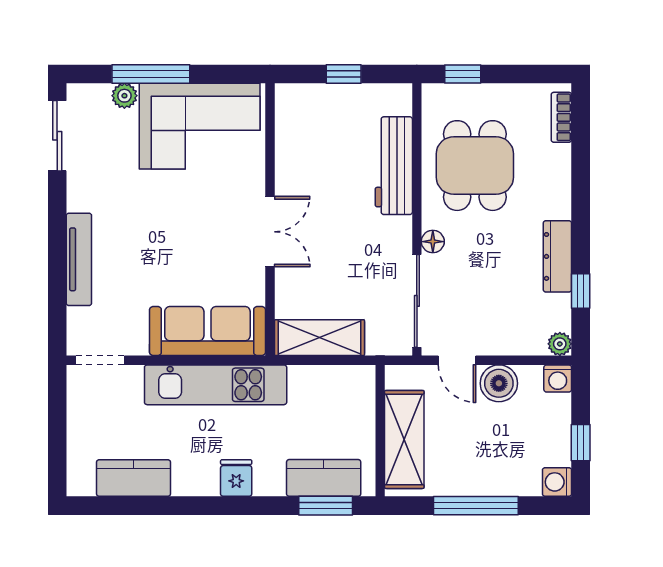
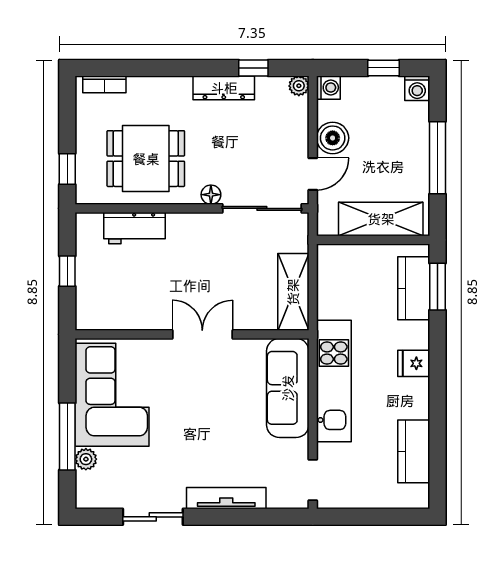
sliding door: (57, 136) -> (153, 517), moved
workbench: (394, 166) -> (134, 228), width x0.73

